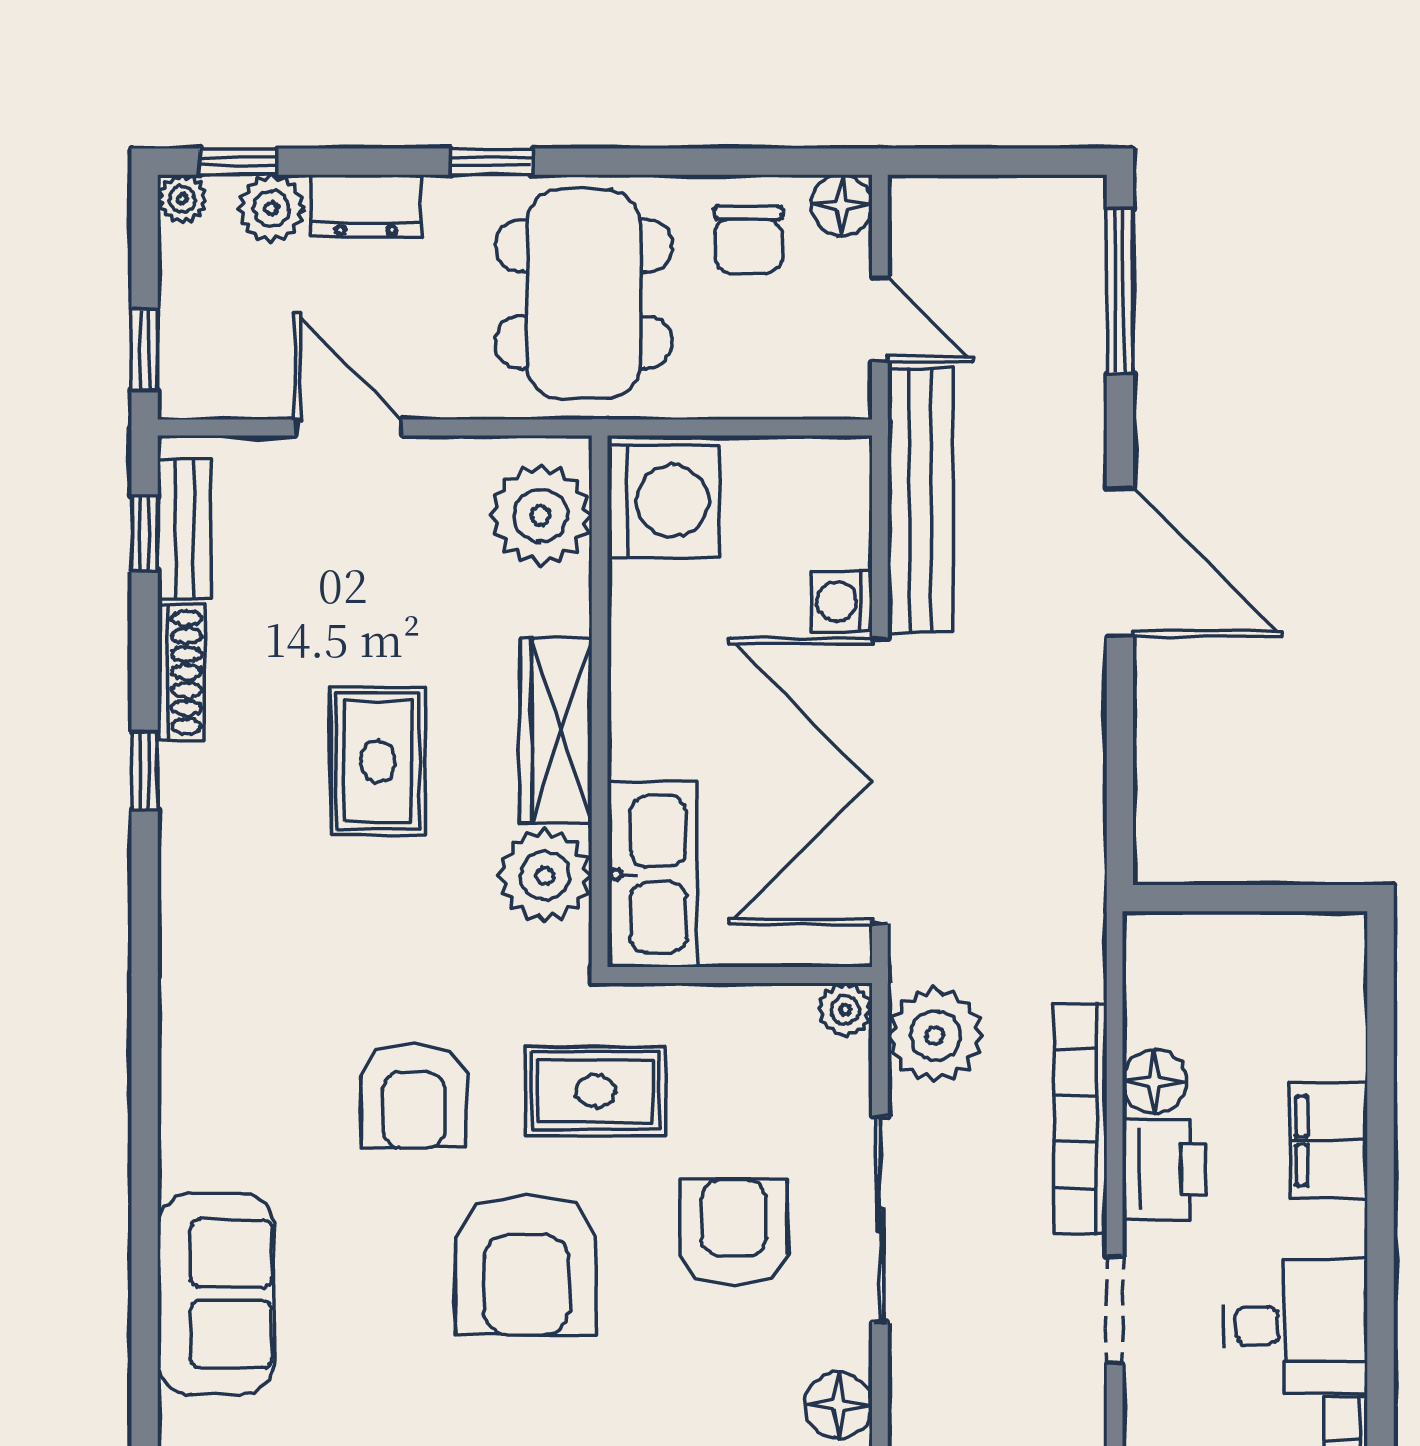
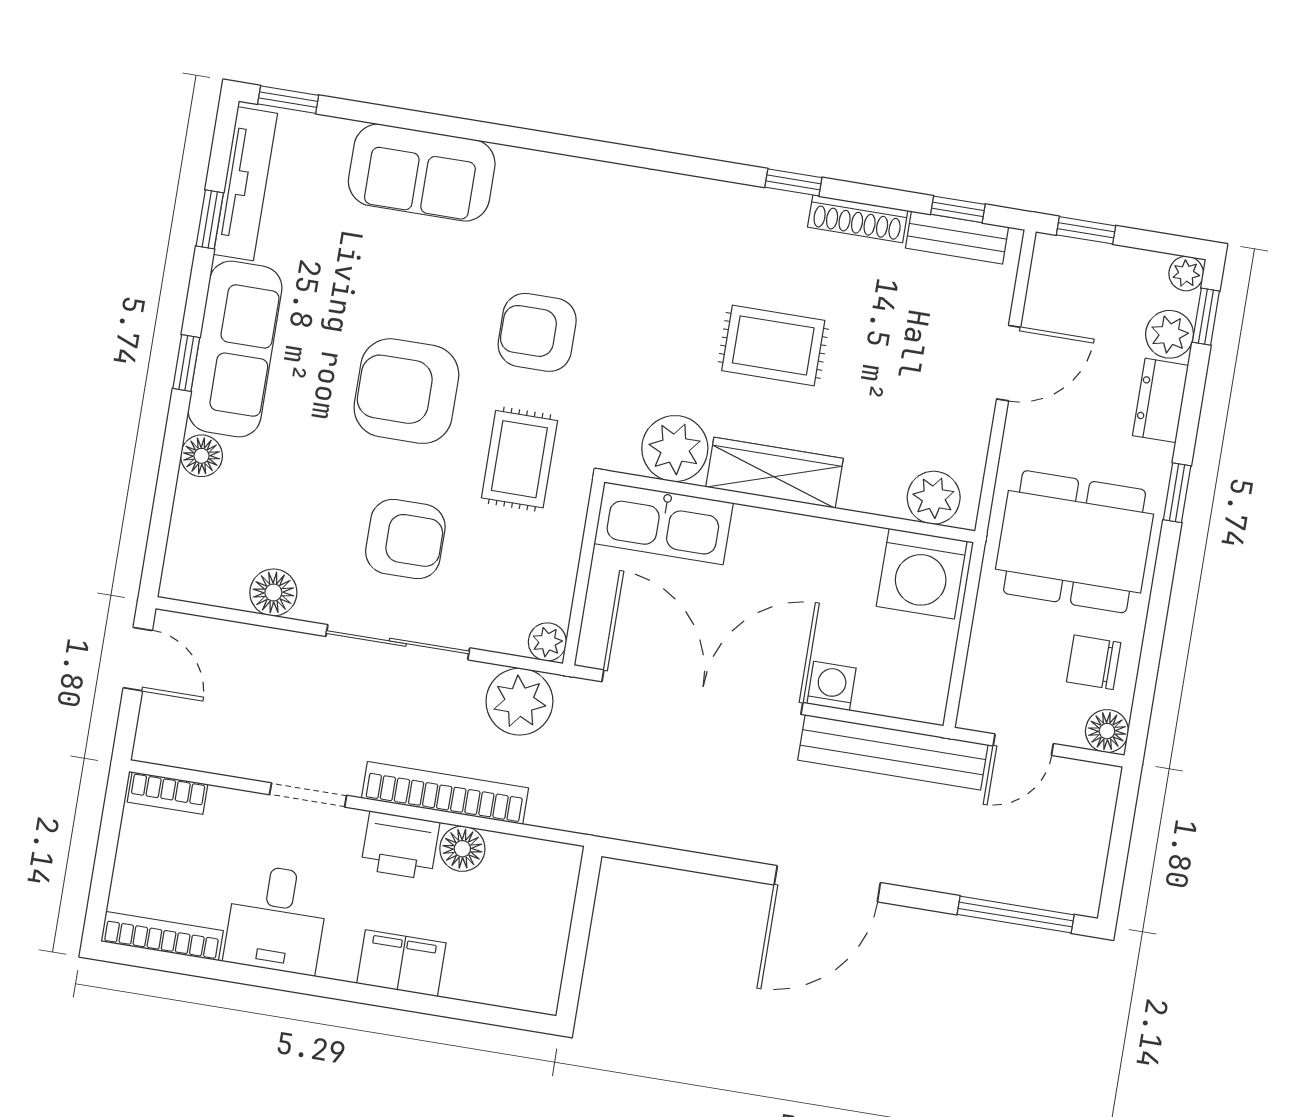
plant: (541, 515) -> (934, 498), width x0.73, depth x0.73

